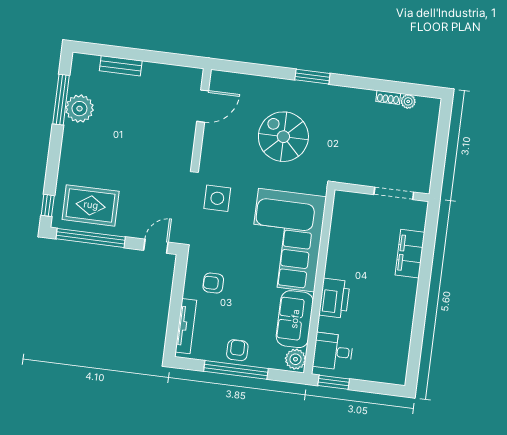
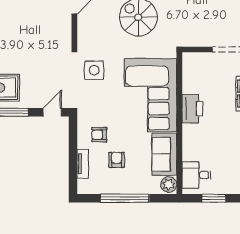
printer: (334, 298) -> (192, 109), moved
tv unit: (186, 326) -> (83, 164), width x0.71
armchair: (237, 350) -> (117, 160), moved
window: (334, 382) -> (214, 198), moved

